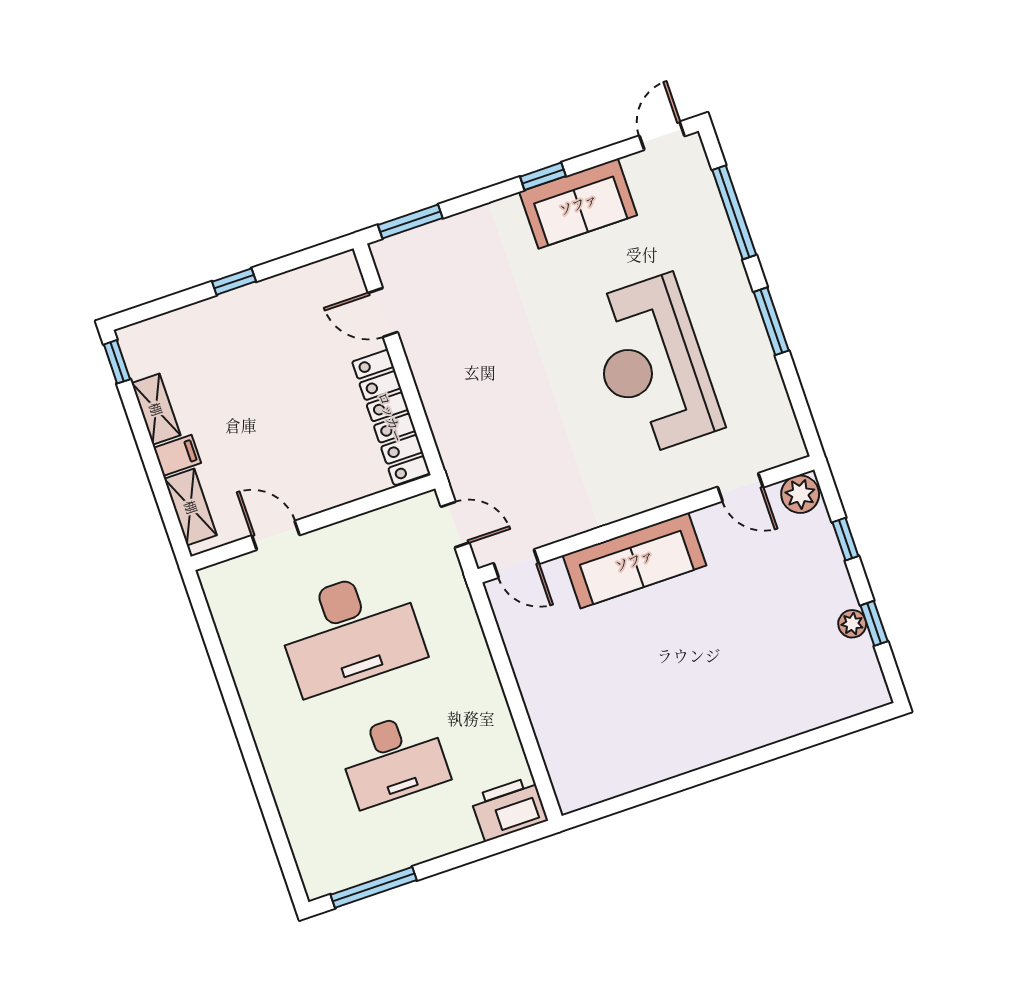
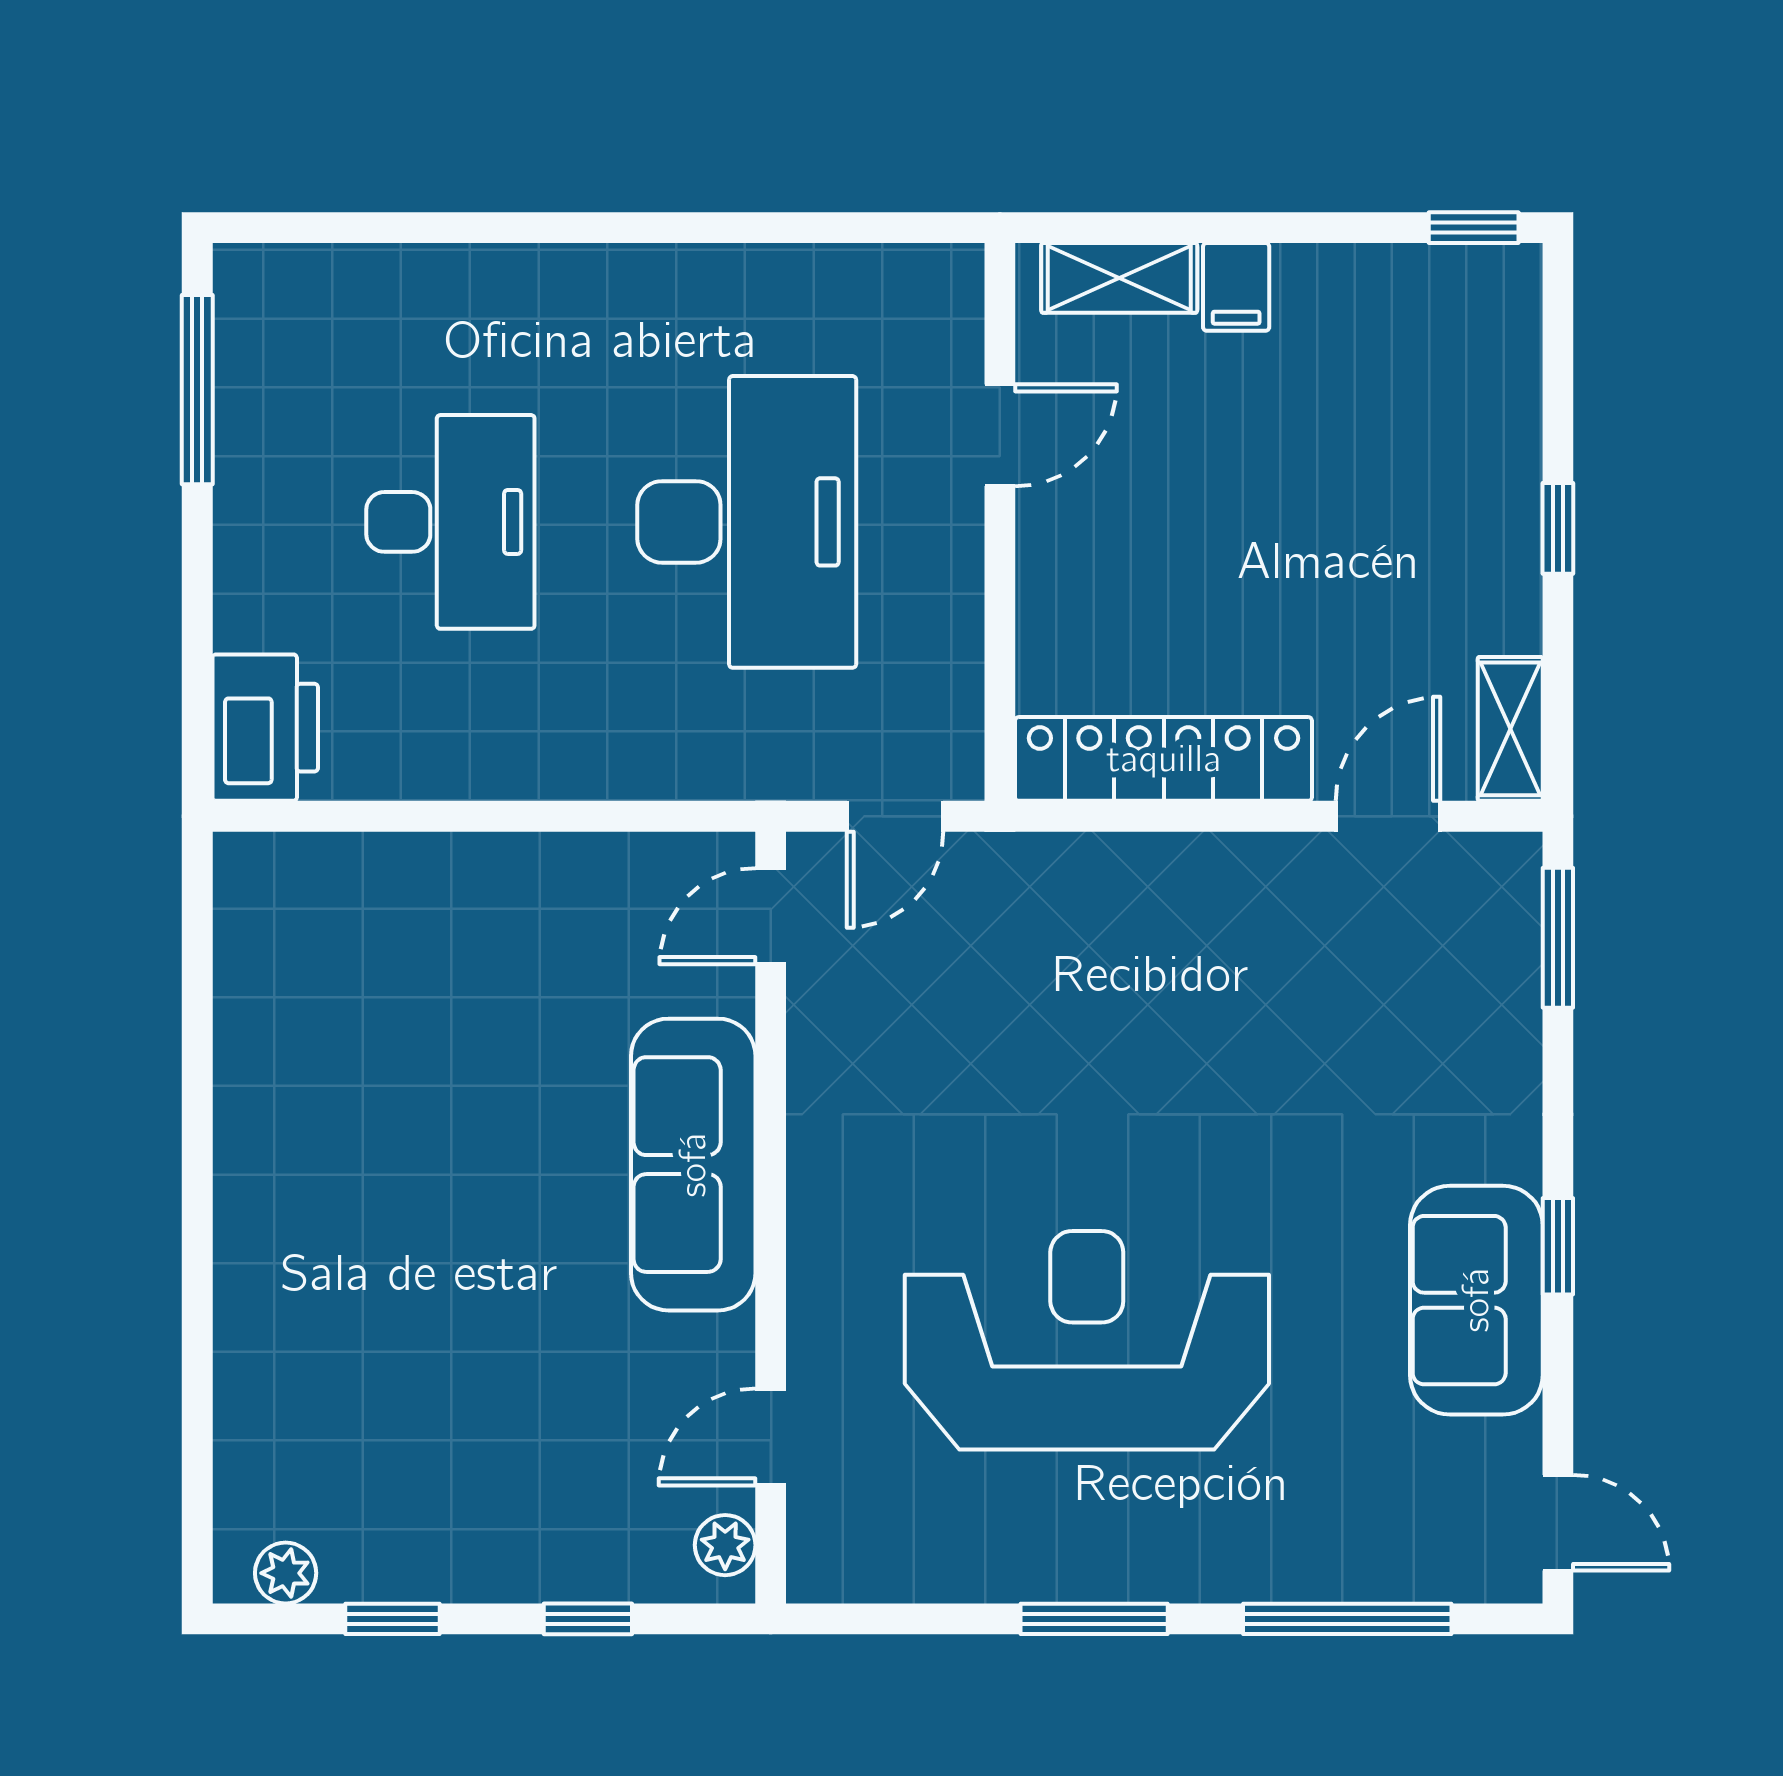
shelving: (156, 409) -> (1510, 729), moved, turned 90
plant: (800, 494) -> (725, 1545), width x0.73, depth x0.73
plant: (852, 624) -> (286, 1573), moved
desk: (350, 632) -> (747, 522), turned 180
desk: (394, 759) -> (450, 522), turned 180

